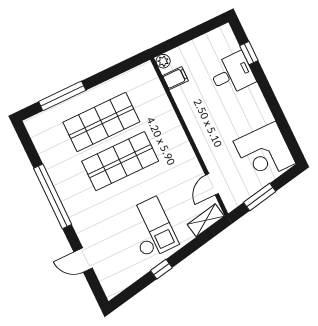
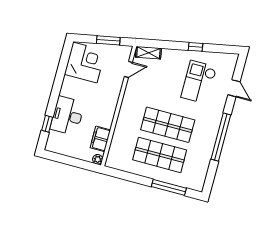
desk: (232, 74) -> (67, 116), width x1.37
filing cabinet: (175, 78) -> (100, 139), width x2.00
checkout: (151, 228) -> (199, 82), moved

